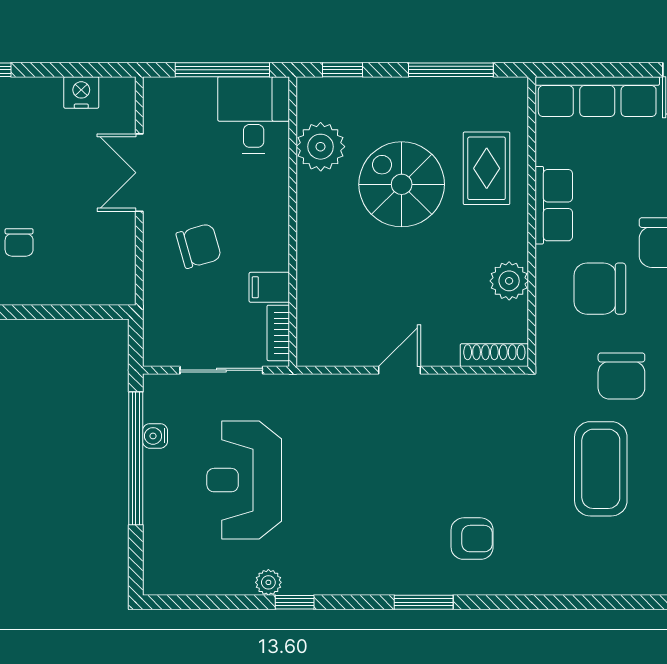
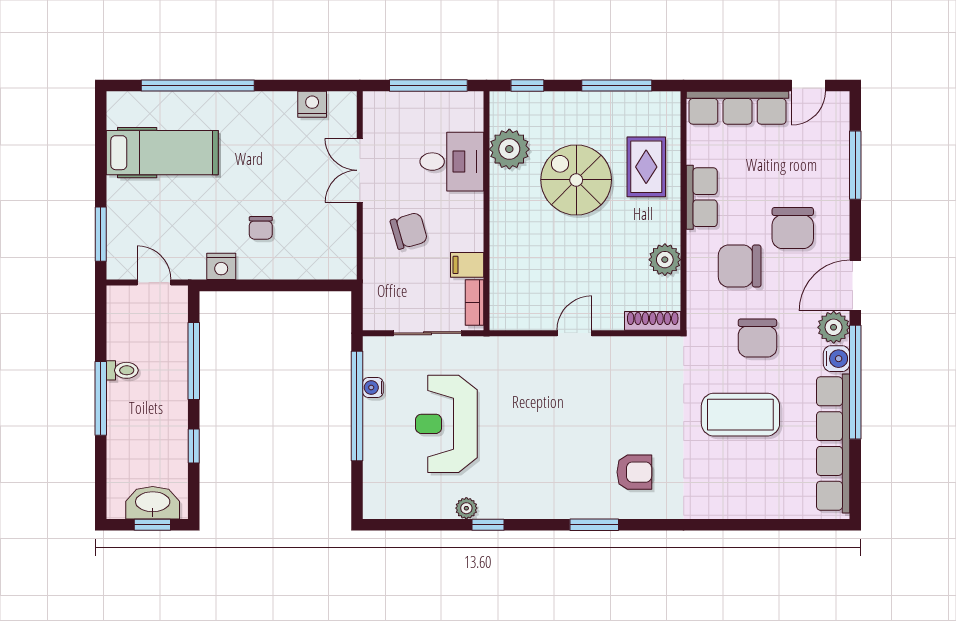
desk: (254, 115) -> (452, 162), moved, turned 90
coffee table: (601, 469) -> (740, 415), turned 90

